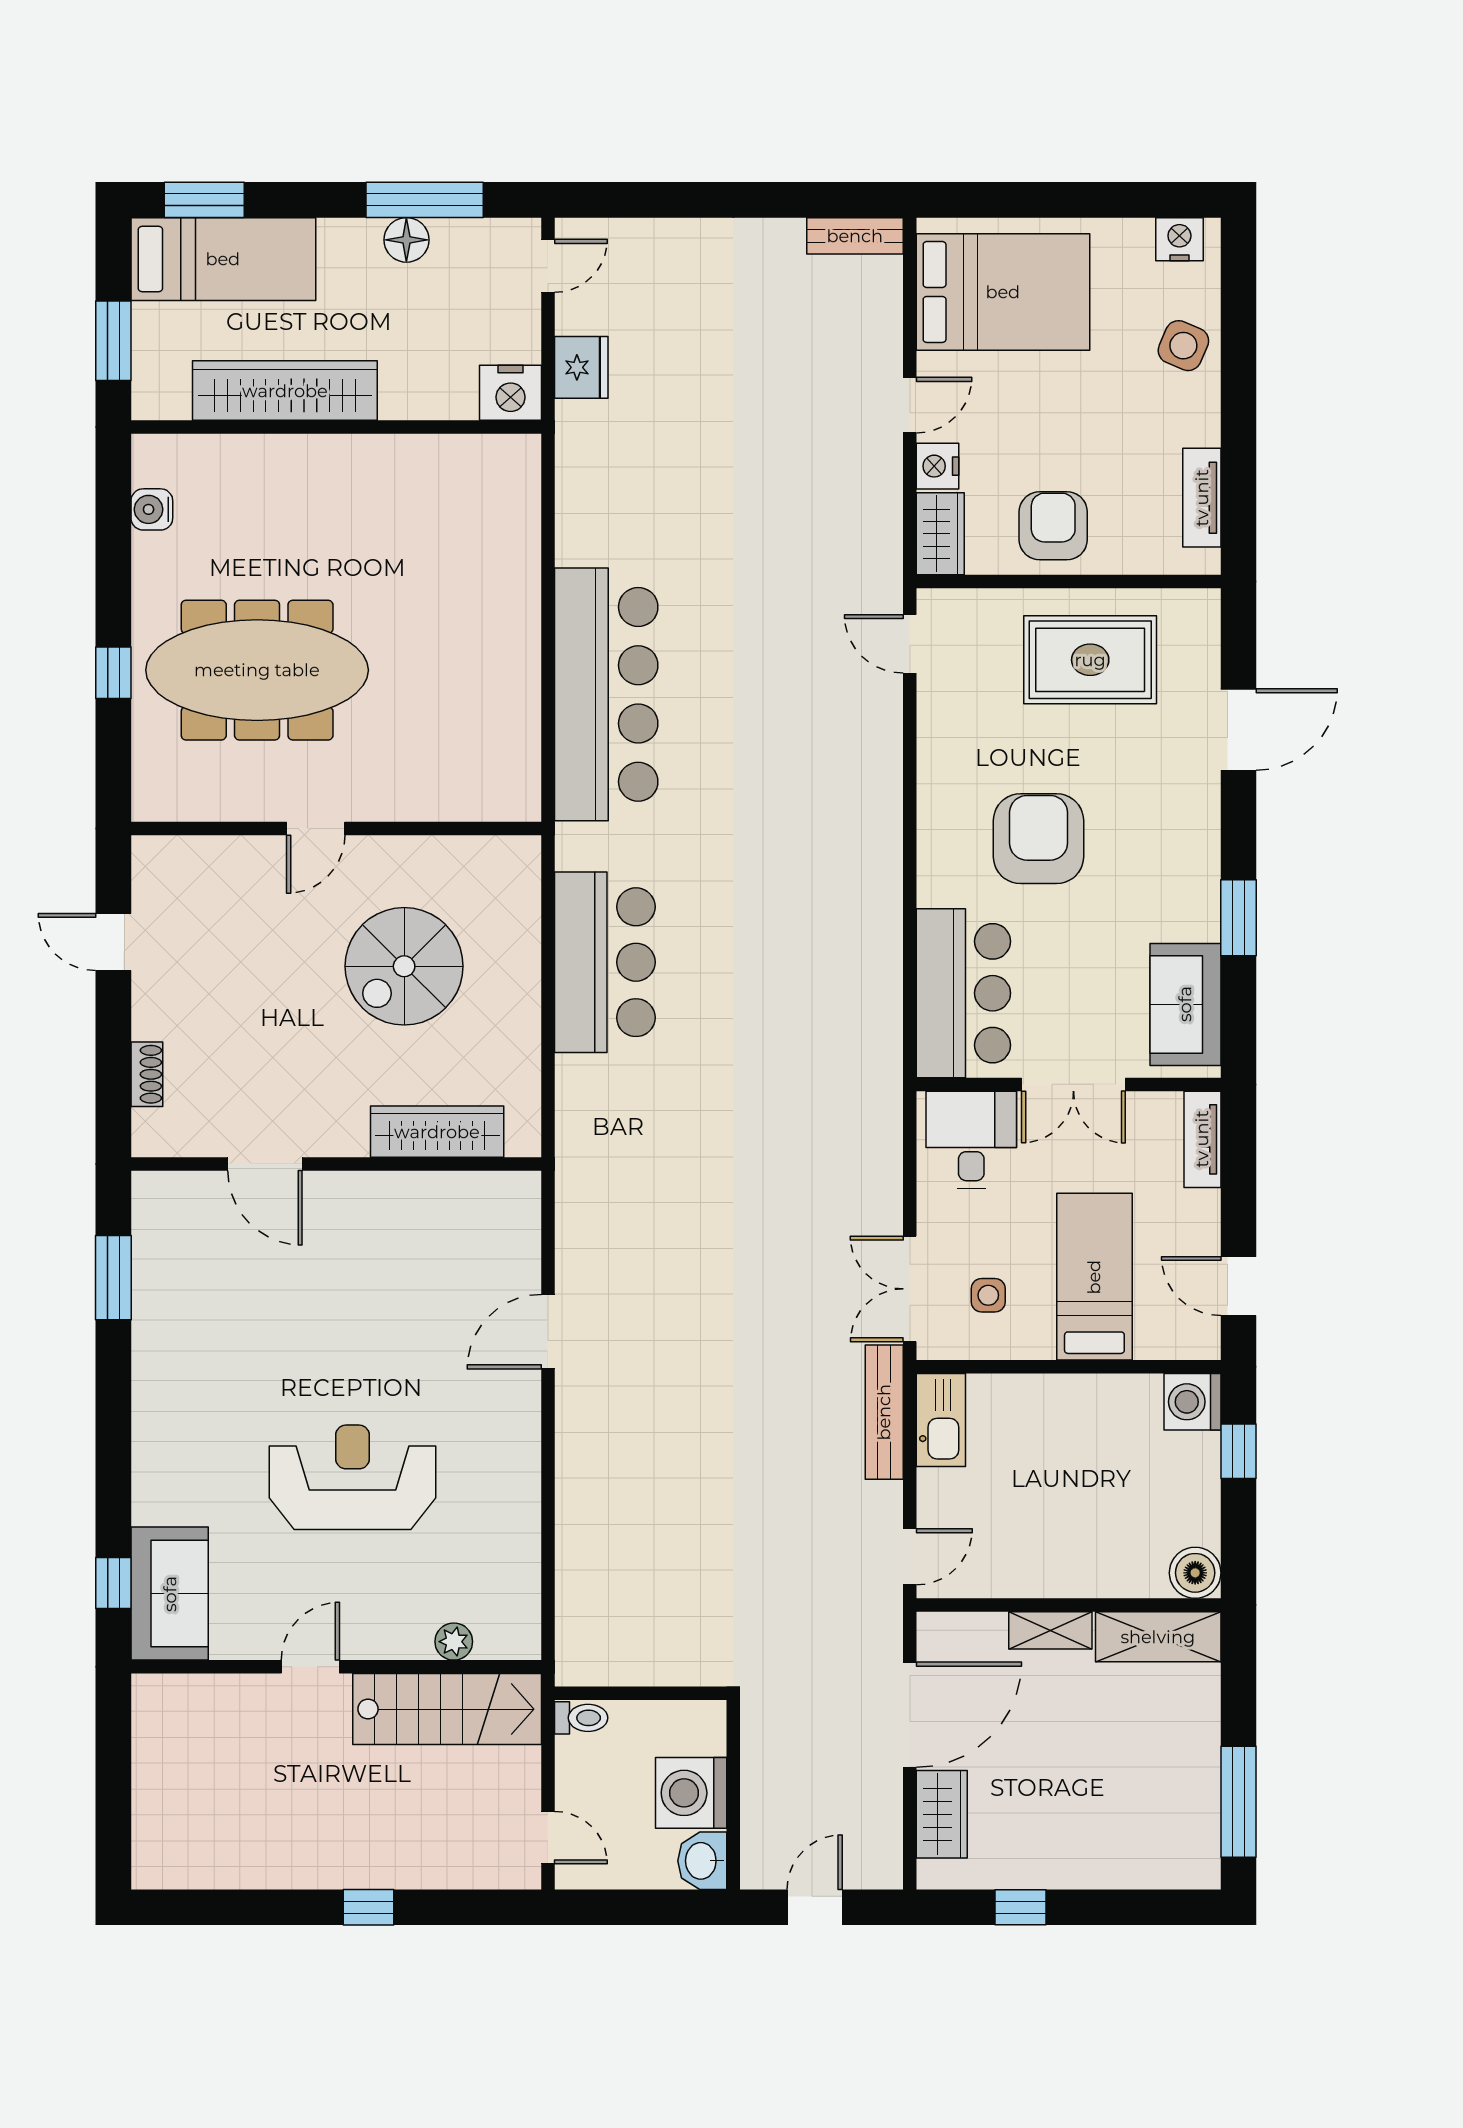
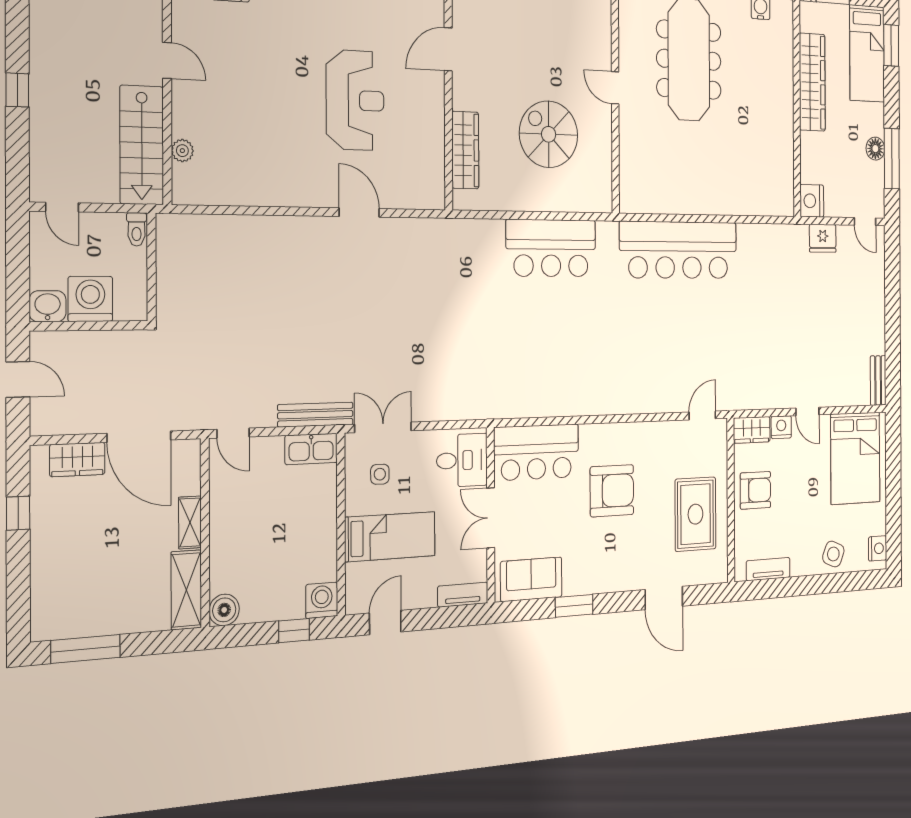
reception desk: (352, 1477) -> (355, 100), moved
door: (548, 1838) -> (62, 207), hinge flipped

